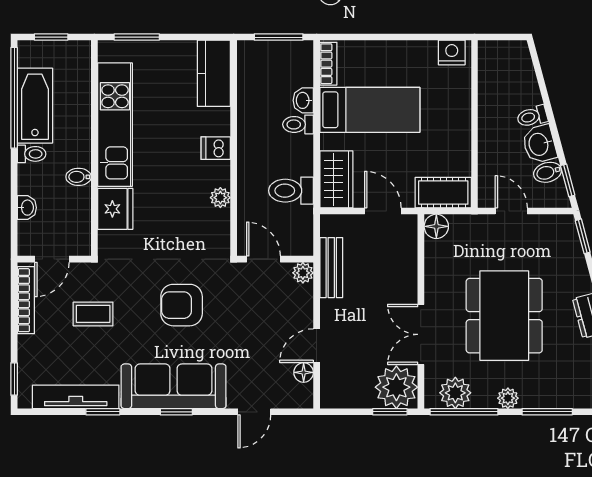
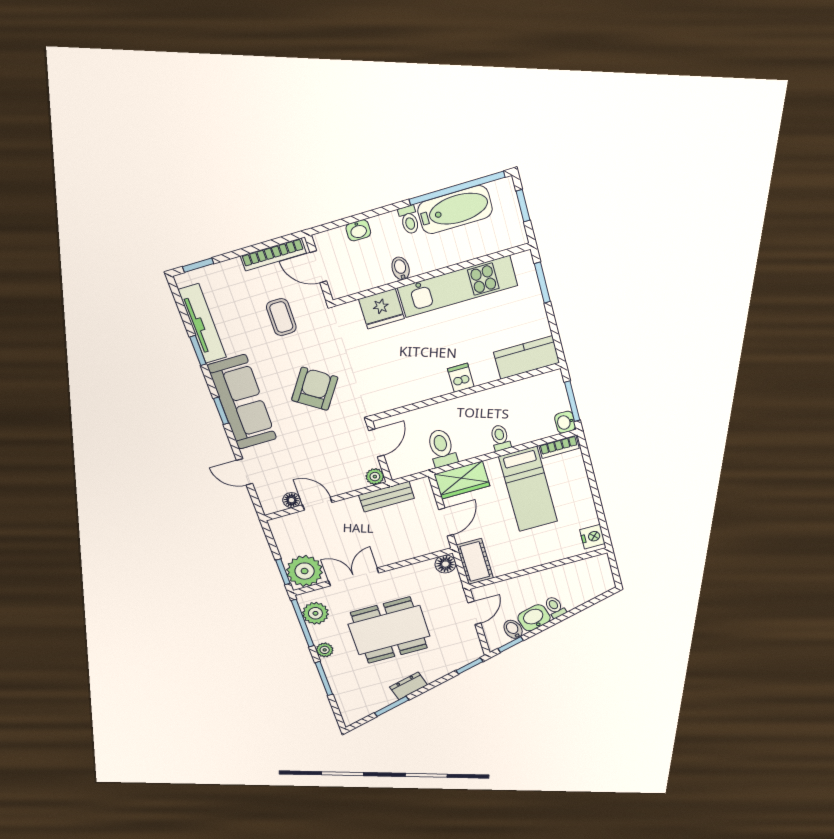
washbasin: (303, 100) -> (565, 422), moved, turned -90
plant: (220, 198) -> (419, 394), removed
armchair: (182, 305) -> (315, 389), turned 34

